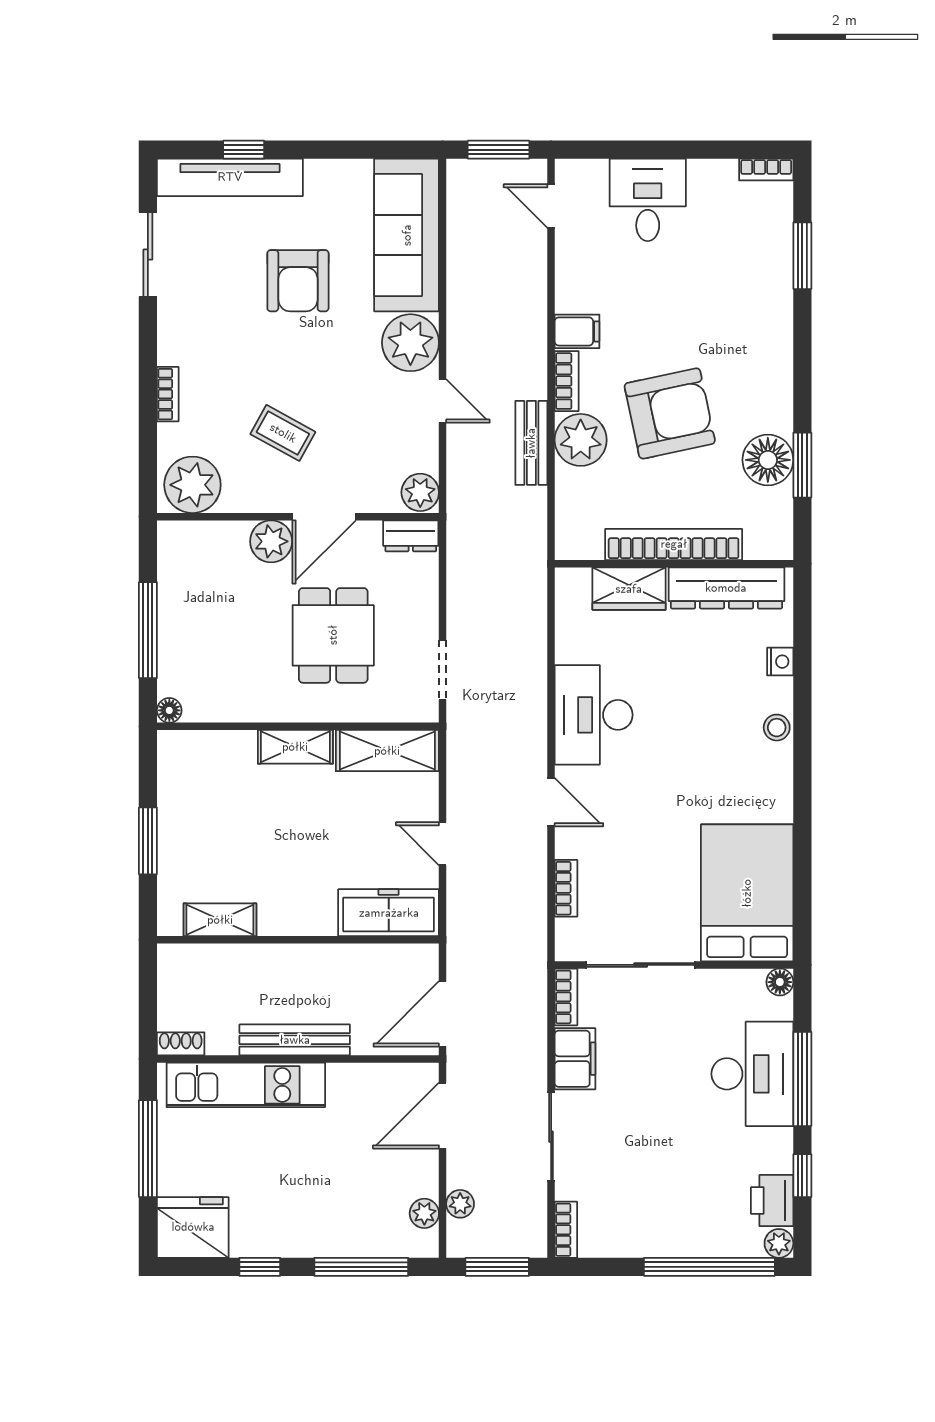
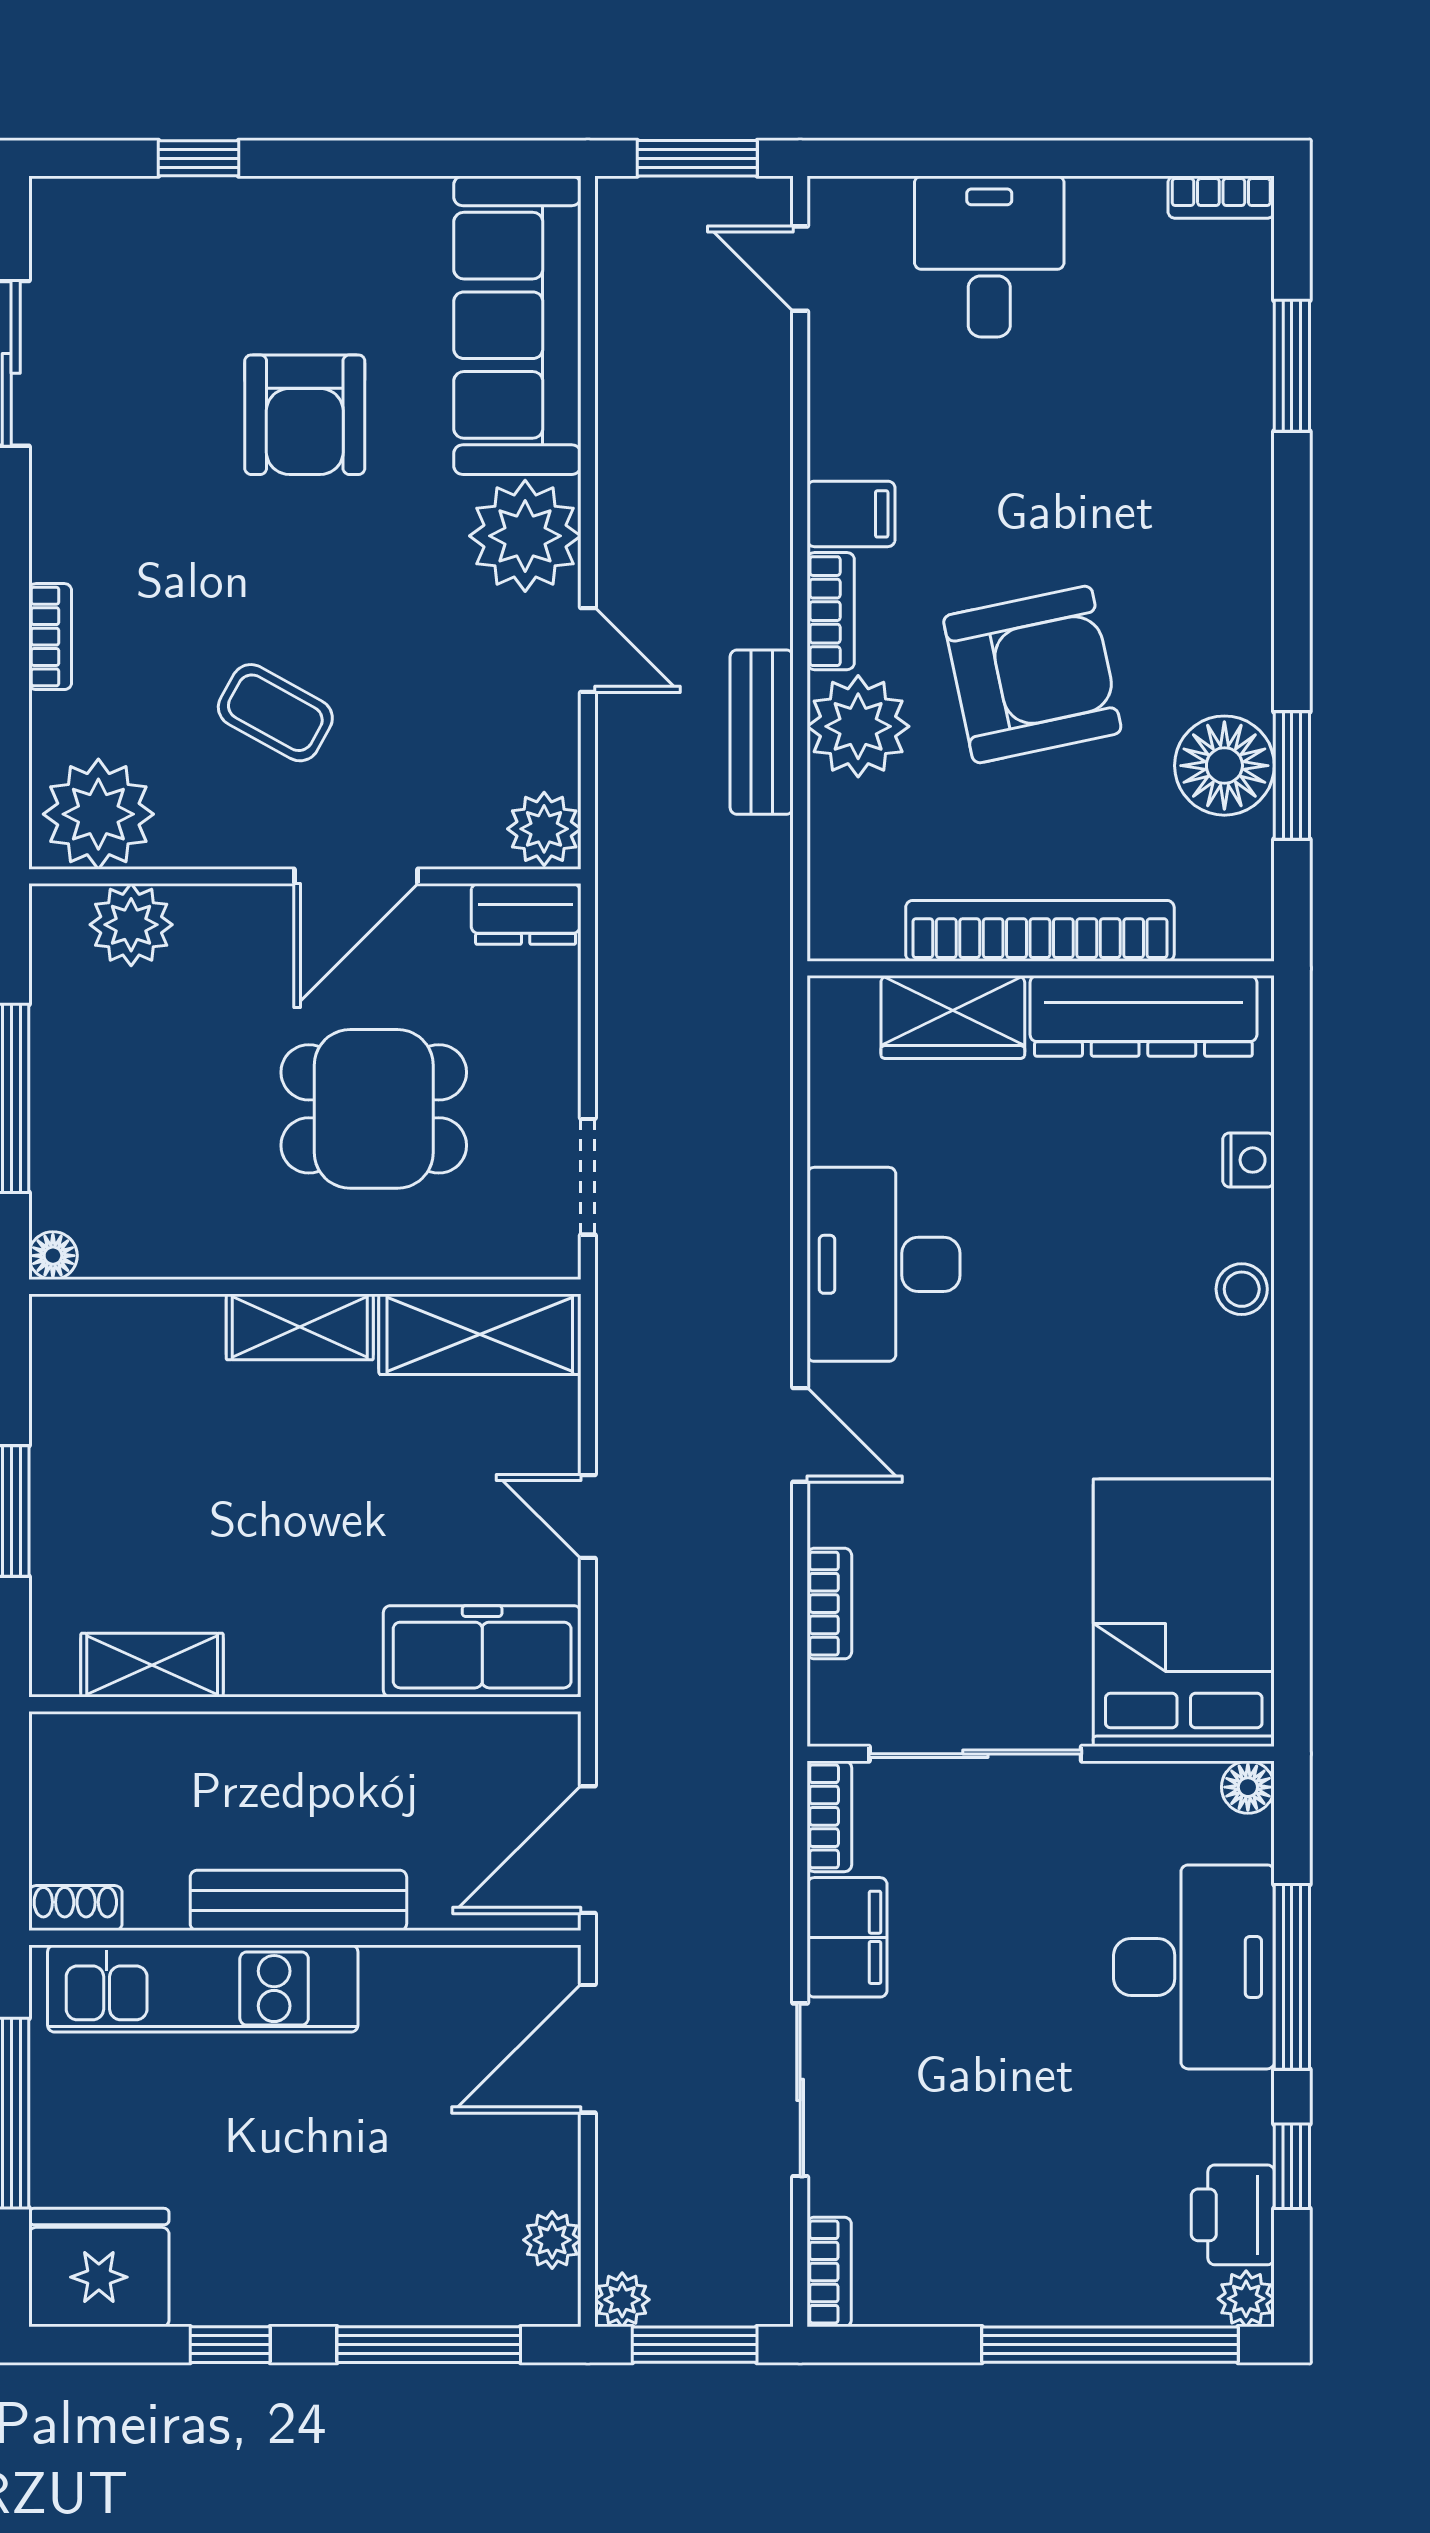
tv unit: (230, 177) -> (172, 212), removed
plant: (271, 541) -> (131, 925), moved
dining table: (333, 635) -> (374, 1109), turned 90
plant: (460, 1204) -> (622, 2300), moved

